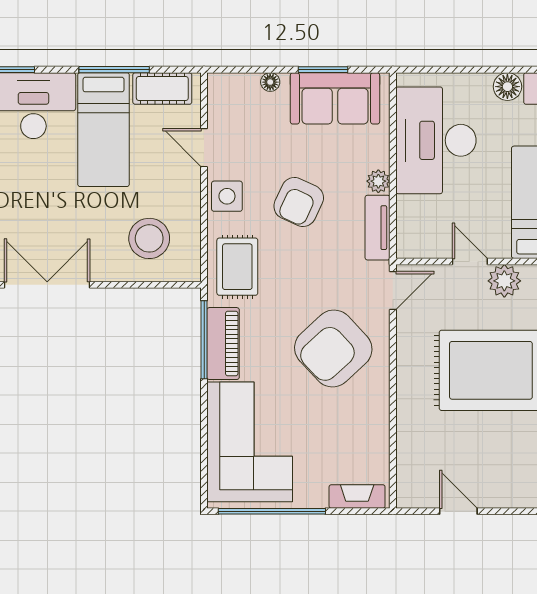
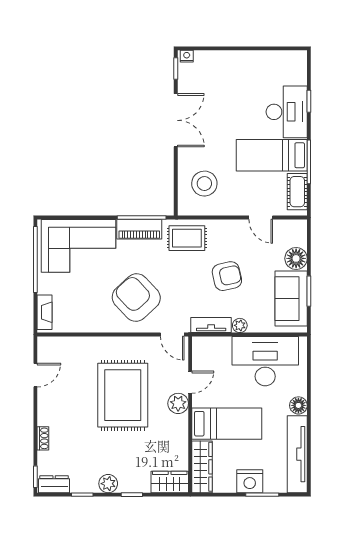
floor lamp: (270, 82) -> (296, 258), width x1.89, depth x1.89
door: (204, 148) -> (261, 217), swing flipped
side table: (227, 196) -> (231, 232), removed
armchair: (299, 202) -> (227, 276), turned 142

